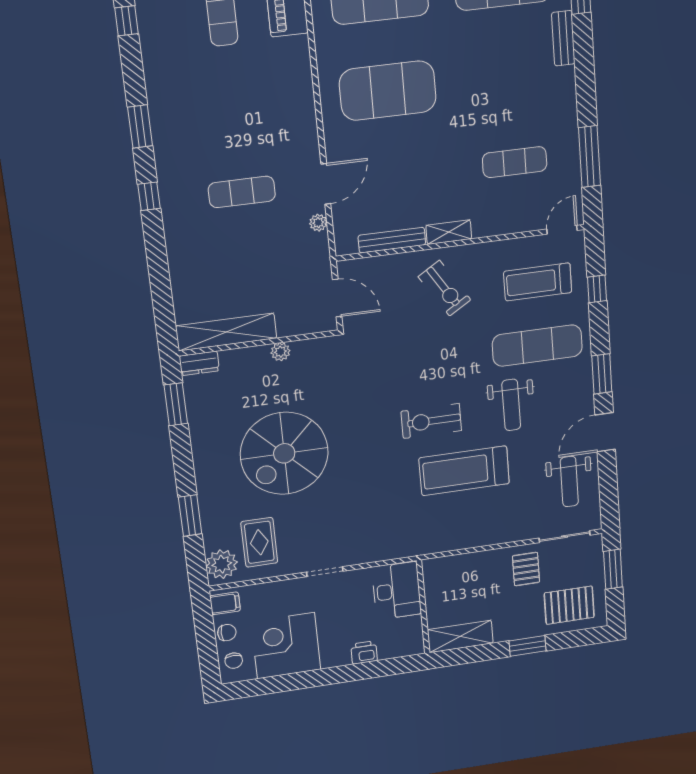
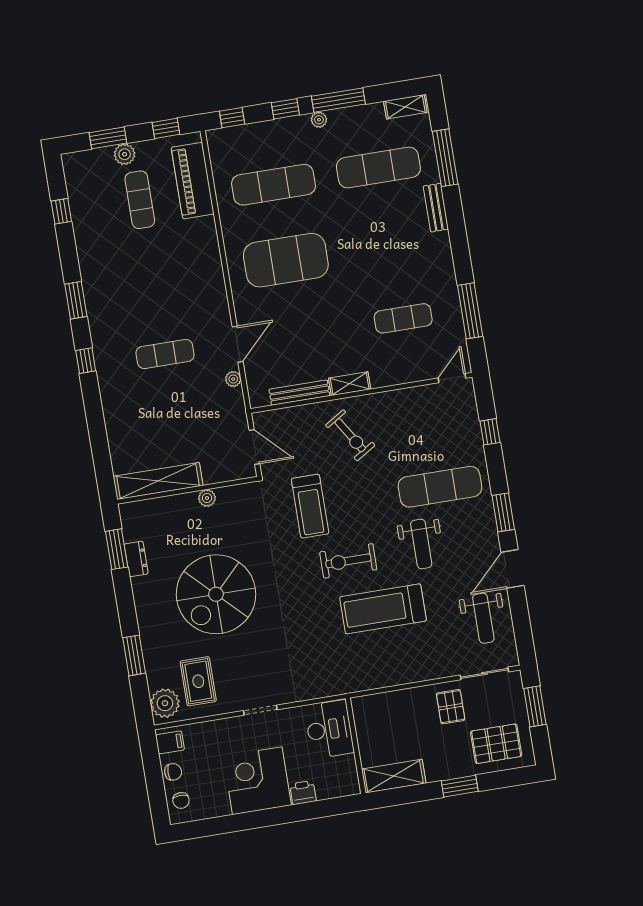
treadmill: (538, 282) -> (310, 506), moved, turned -90
dresser: (199, 363) -> (136, 559), moved, turned -90
corner desk: (286, 646) -> (257, 781), moved

